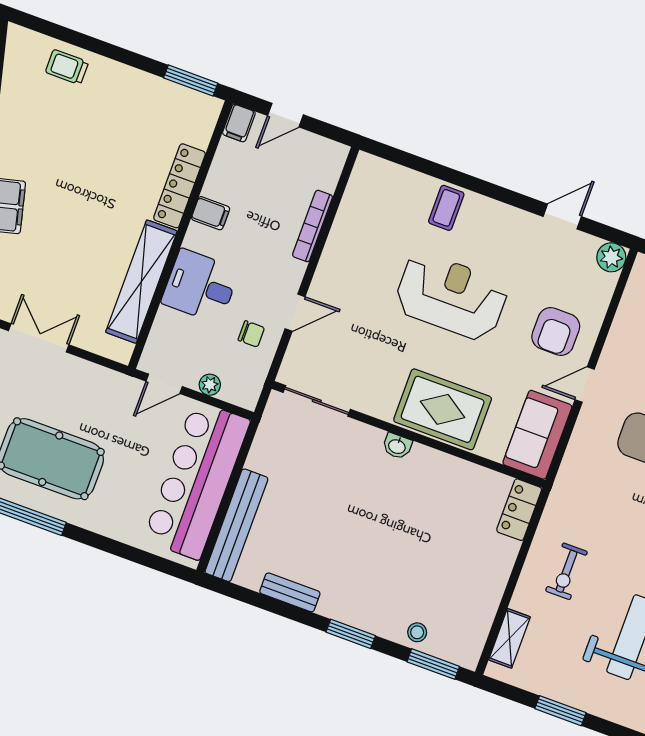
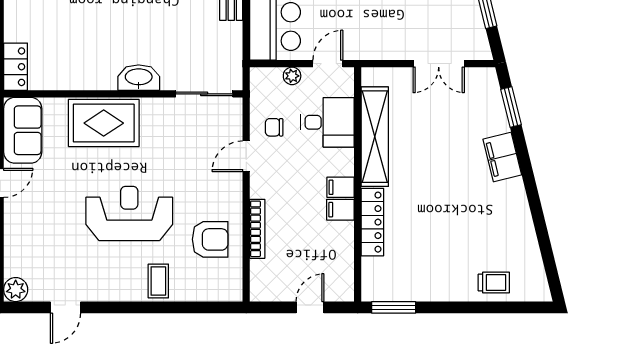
filing cabinet: (239, 123) -> (341, 187), moved, turned -90
desk: (200, 286) -> (328, 122), moved
reception desk: (451, 296) -> (129, 213), turned 180
armchair: (556, 332) -> (210, 239), moved, turned 90
washbasin: (397, 446) -> (139, 78), width x1.91, depth x1.45

